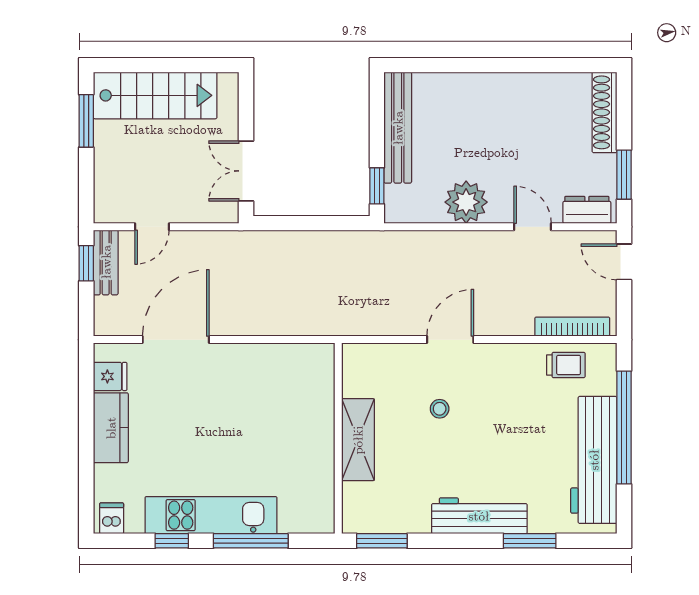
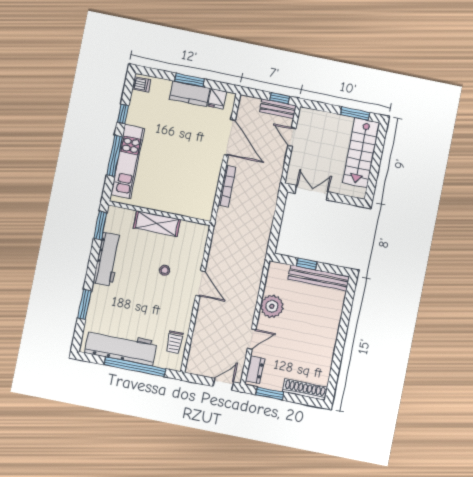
window: (377, 186) -> (307, 264), moved
bookcase: (572, 327) -> (227, 186), moved
window: (86, 433) -> (189, 80), added
kitchen unit: (211, 515) -> (128, 161), moved
workbench: (479, 516) -> (107, 259), moved

